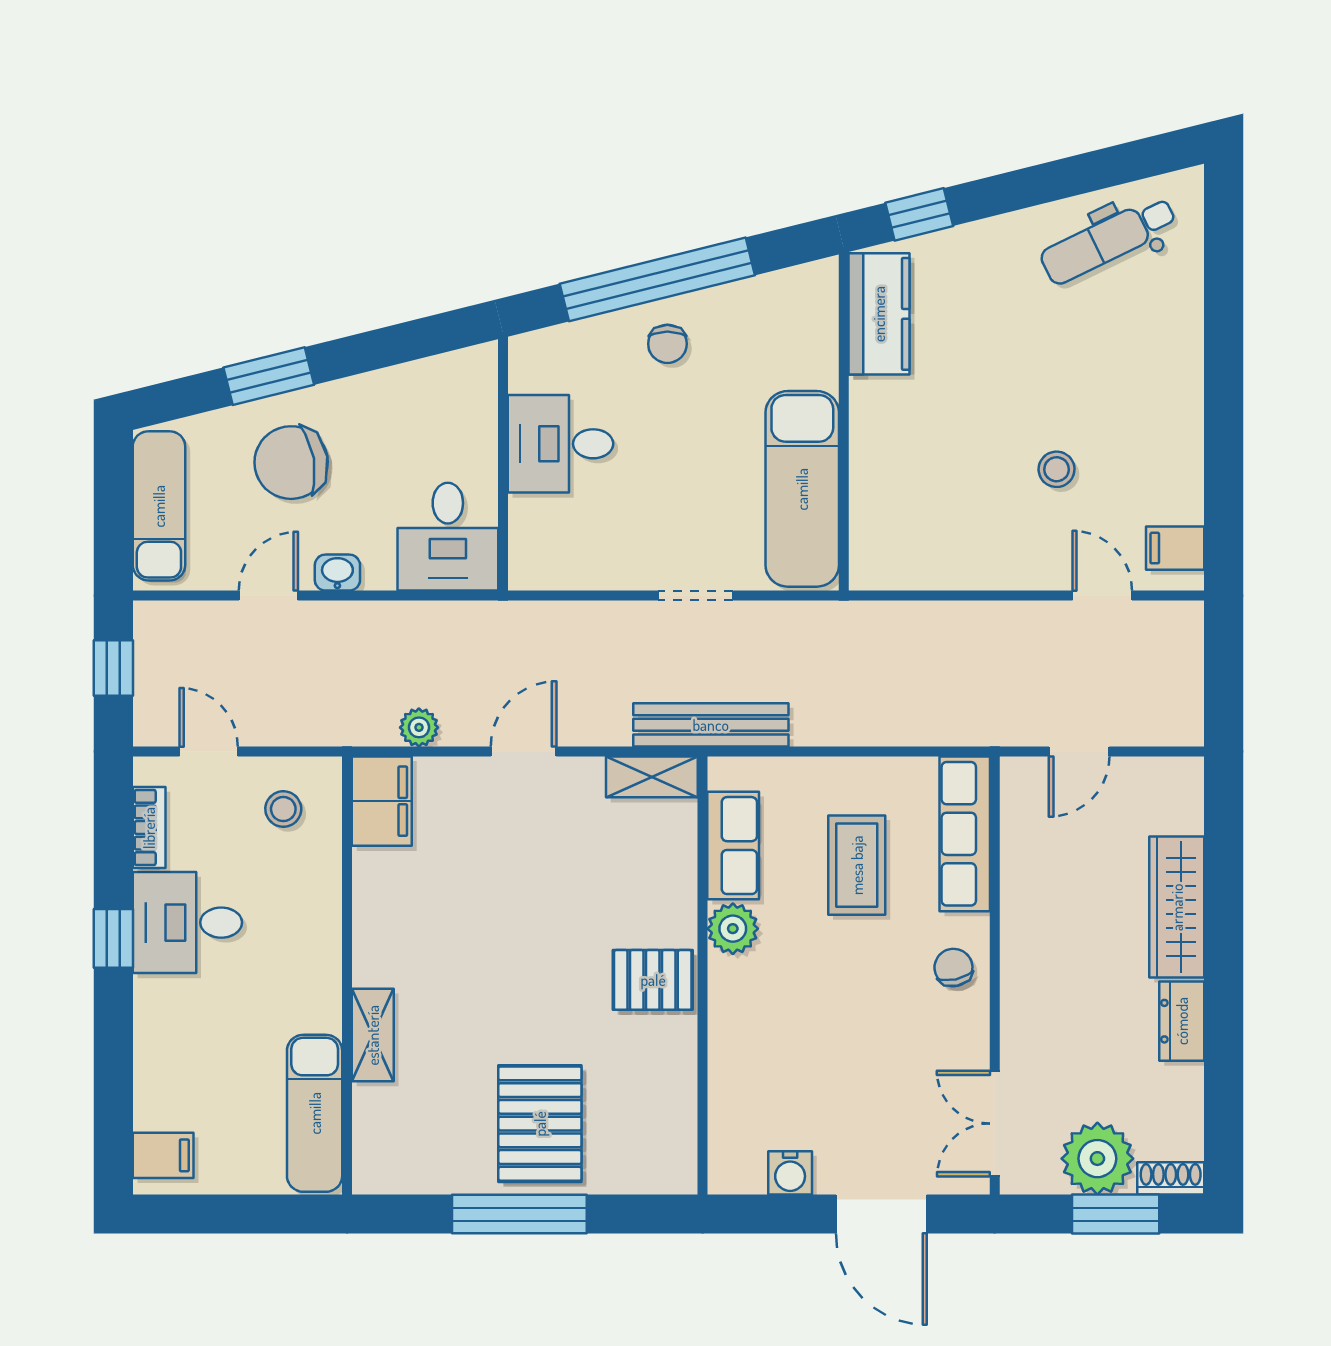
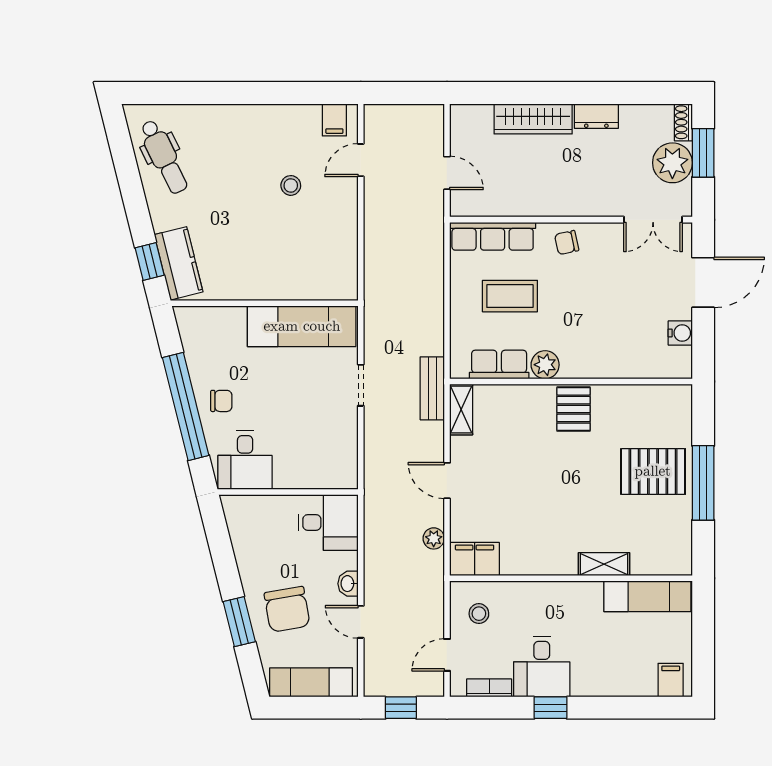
kitchen counter: (879, 314) -> (179, 263), moved, turned 76
desk: (560, 444) -> (245, 460), moved
bench: (711, 725) -> (432, 388), width x0.73

